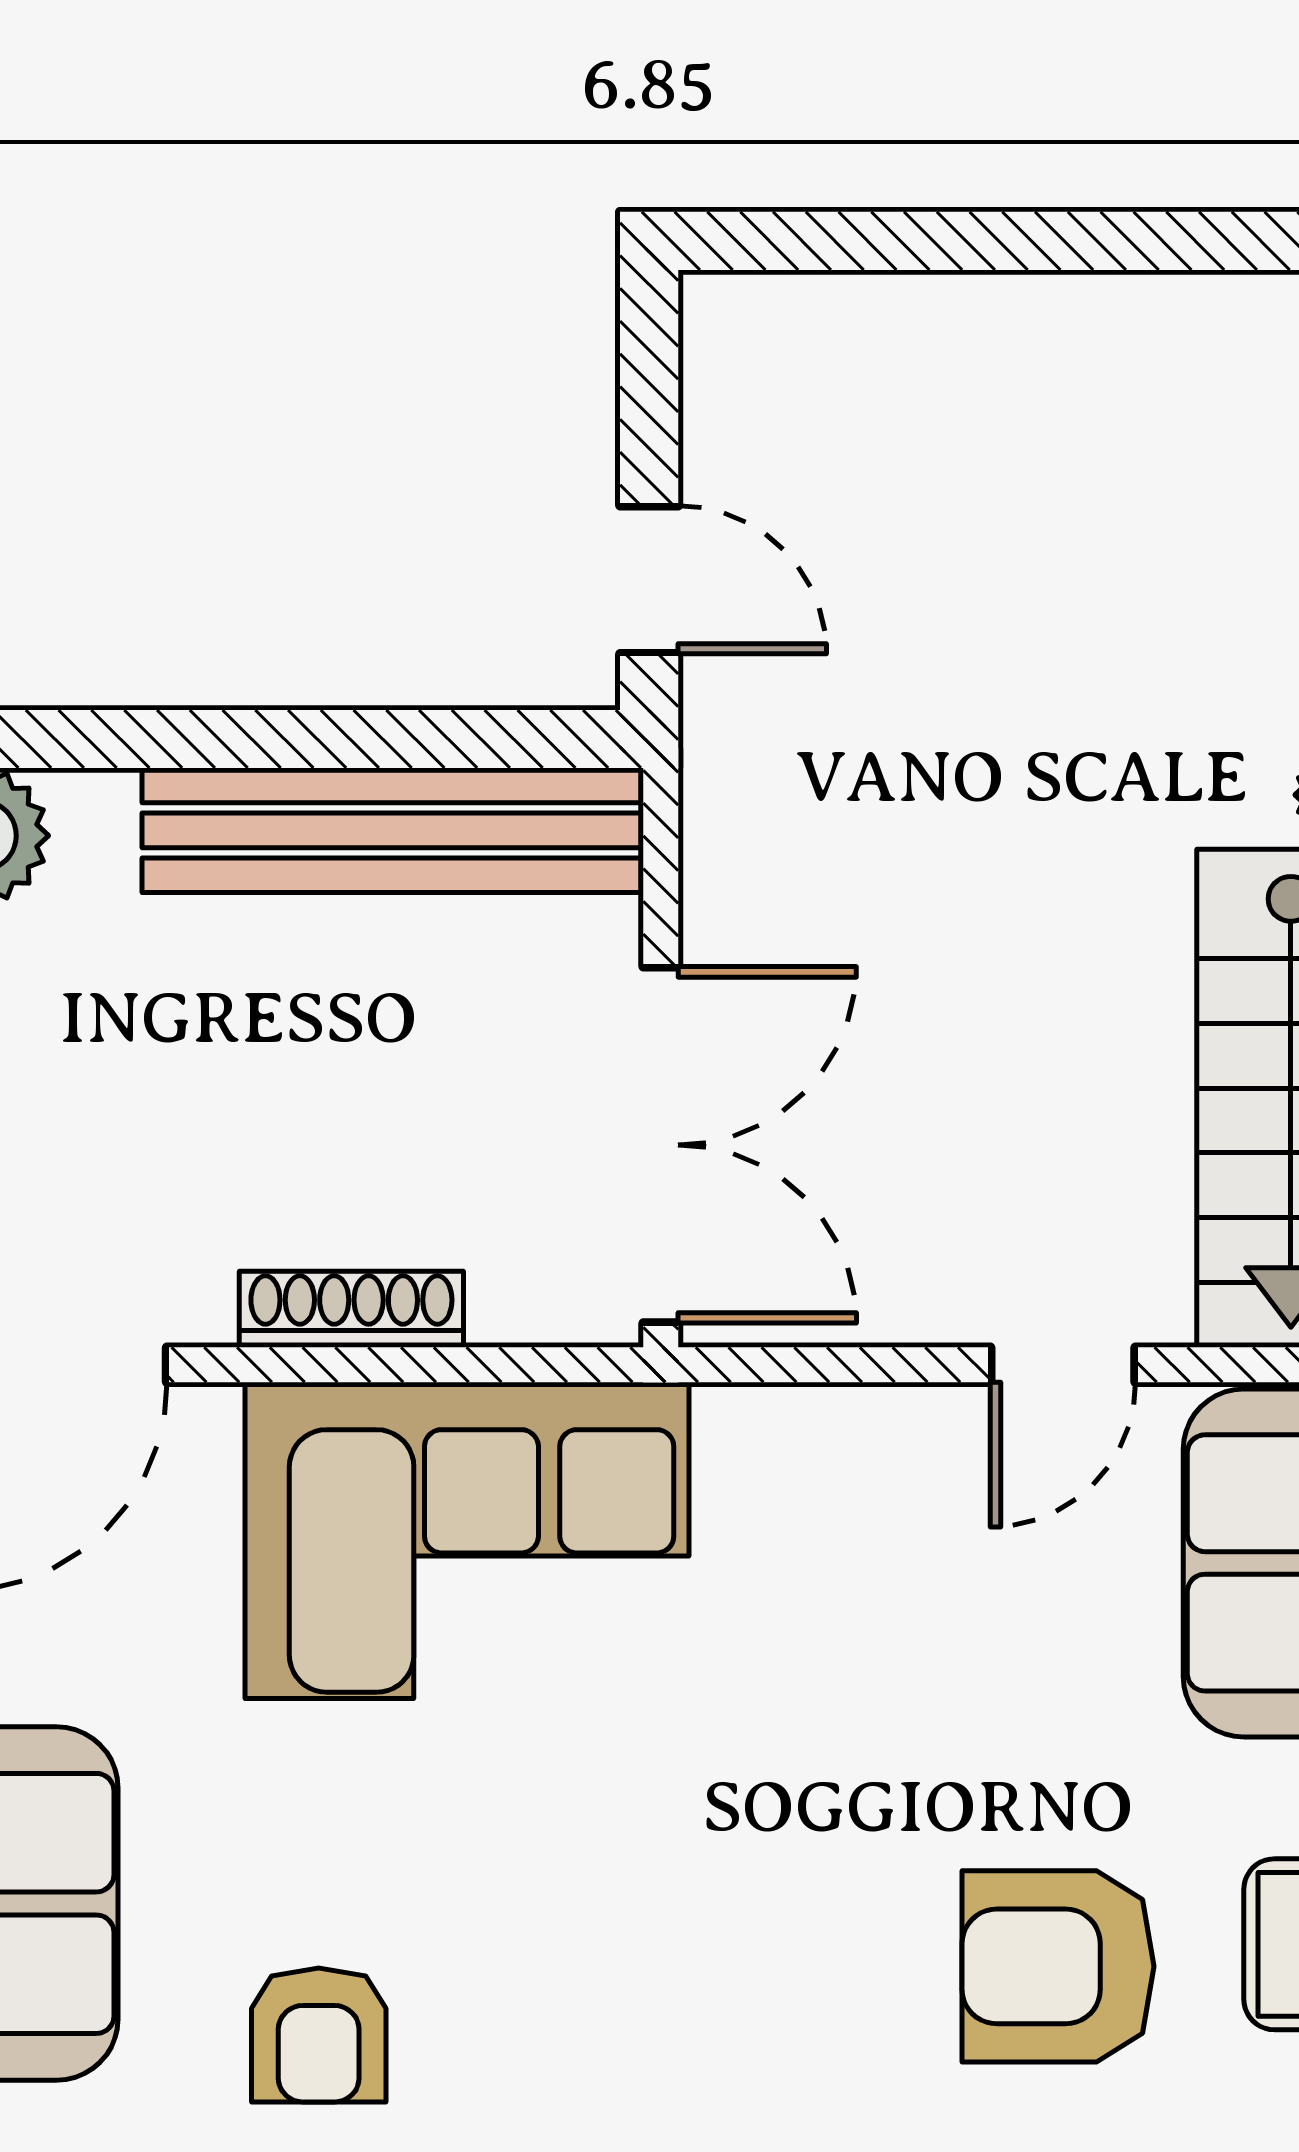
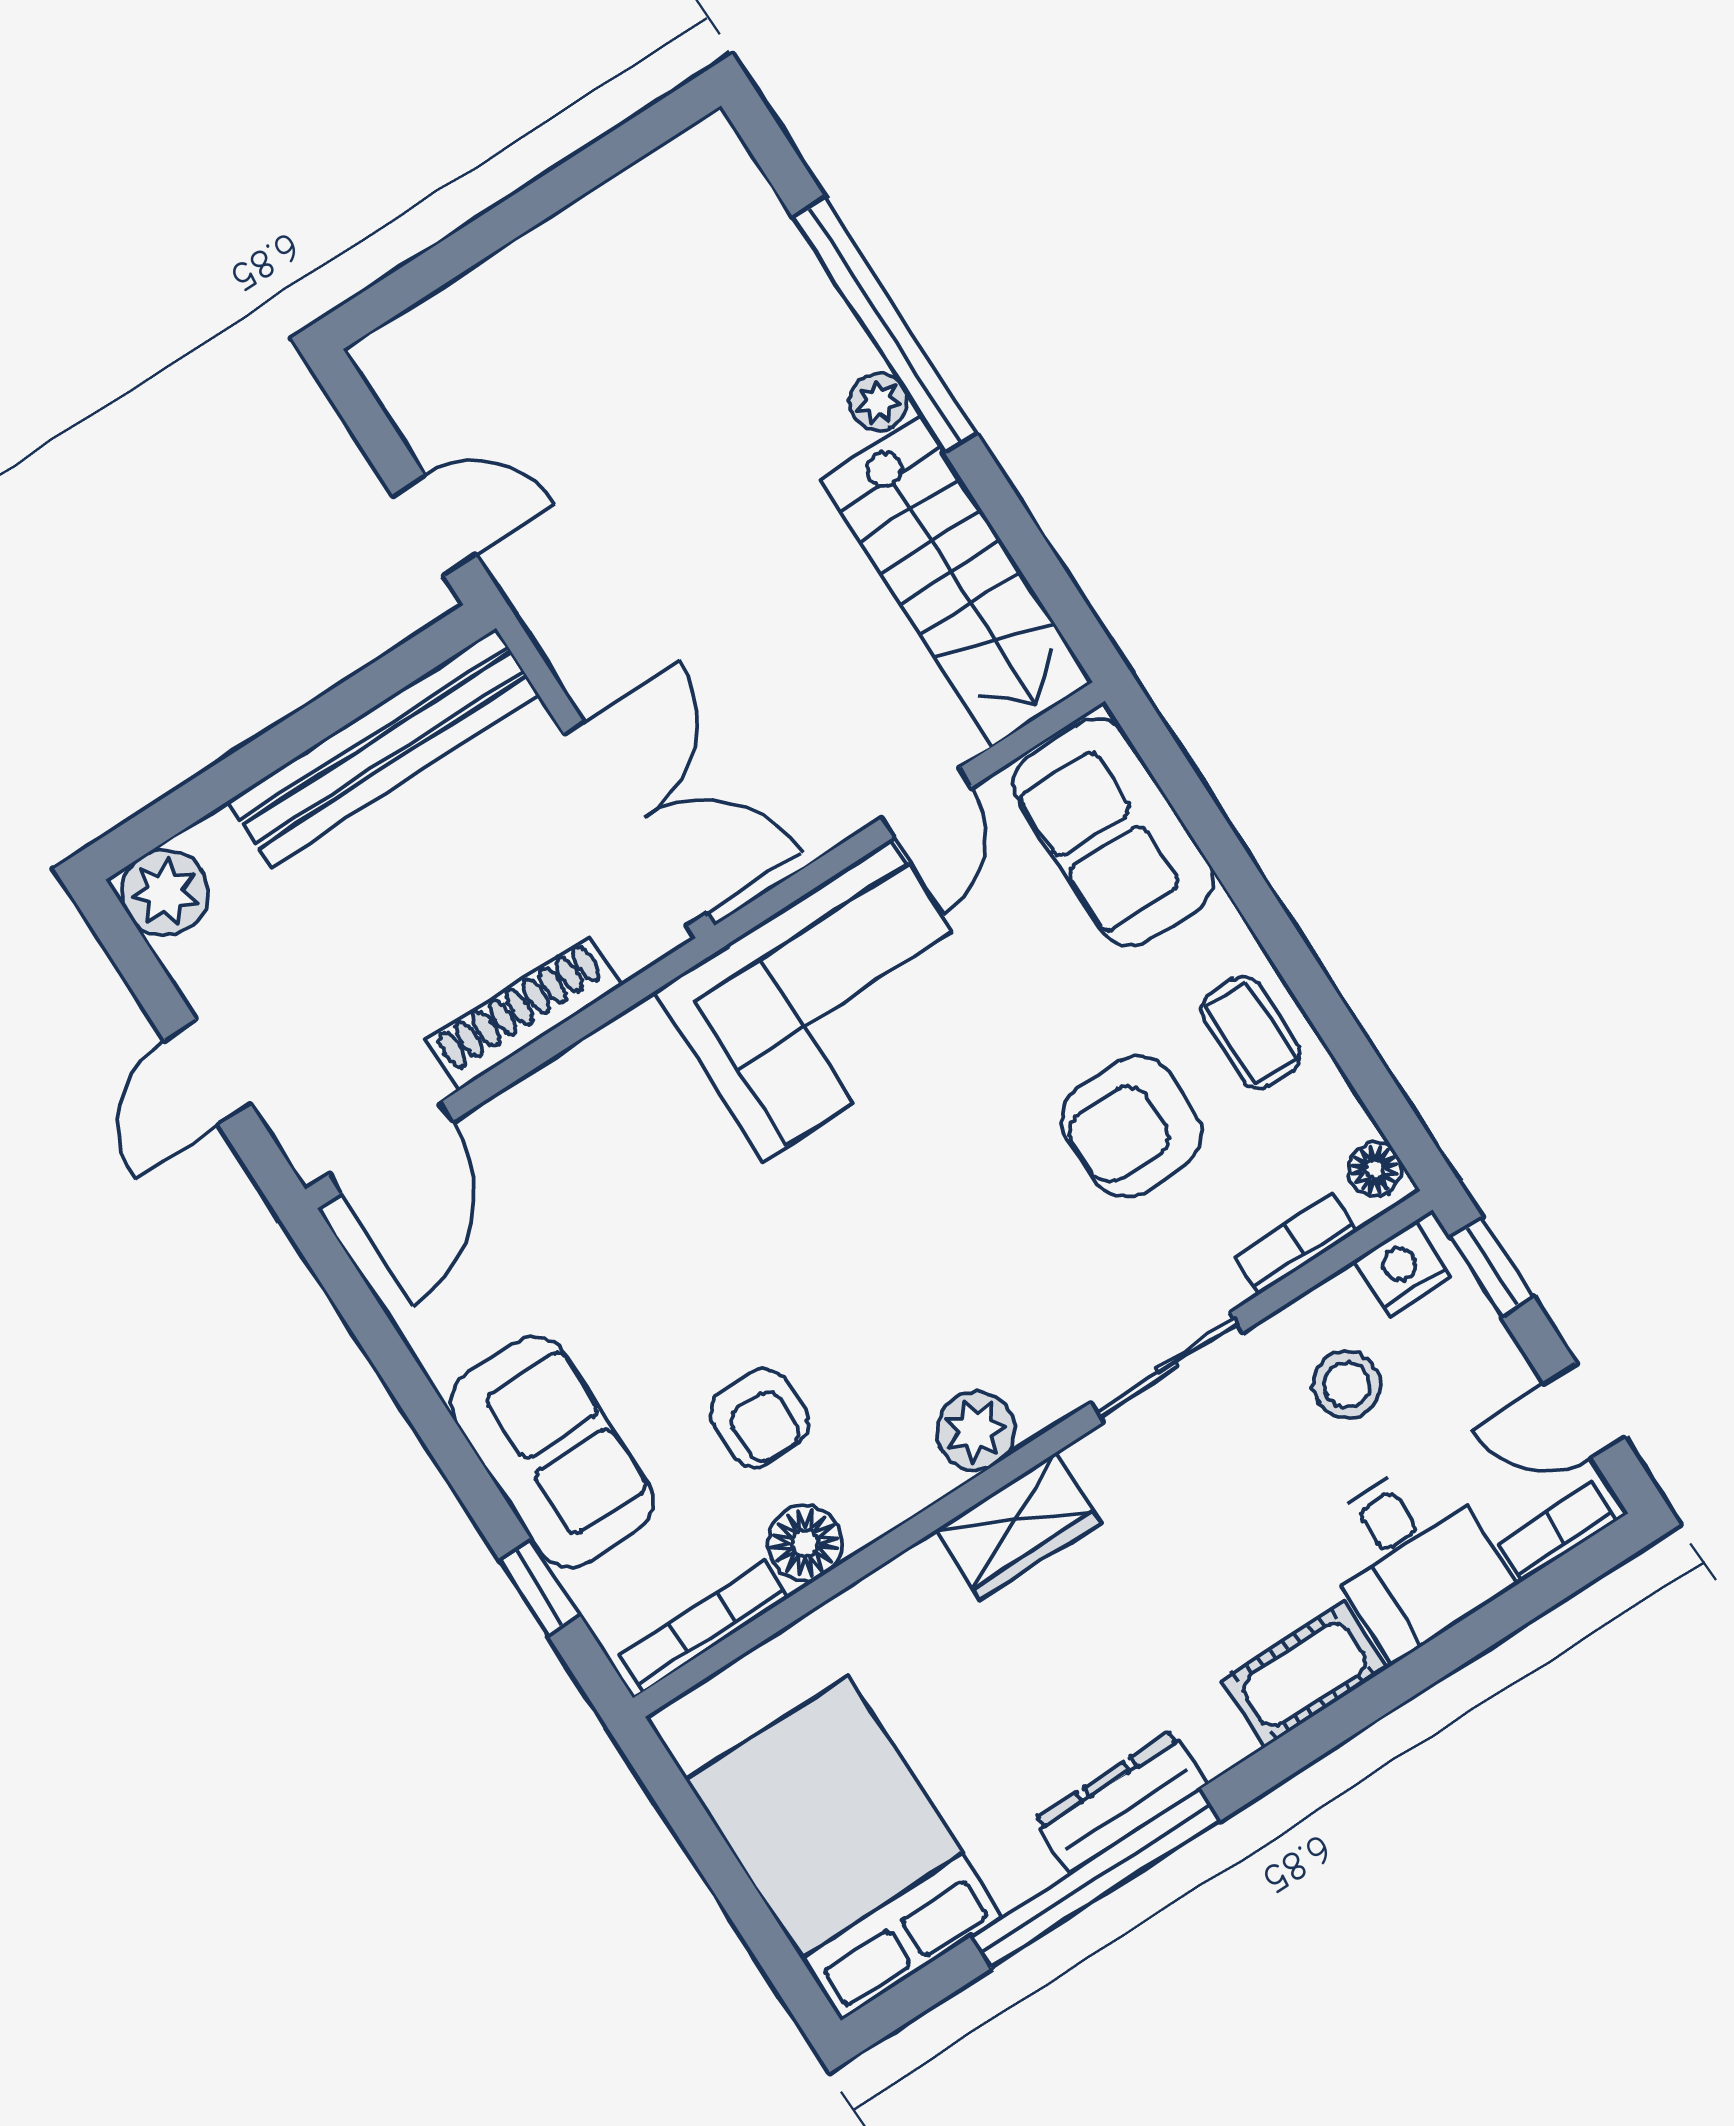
shoe rack: (351, 1309) -> (523, 1013), width x1.36, depth x1.24
corner sofa: (467, 1540) -> (827, 1000), moved

